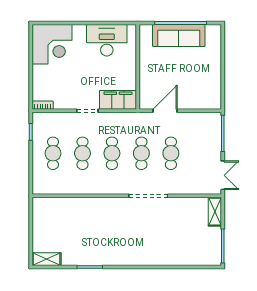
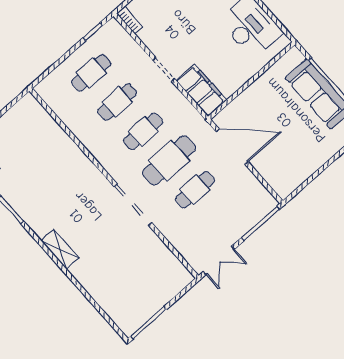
door: (165, 111) -> (232, 147), width x1.36
cafe table: (141, 153) -> (169, 161), width x1.37, depth x1.35
shelving: (215, 212) -> (60, 249), moved, turned 90

